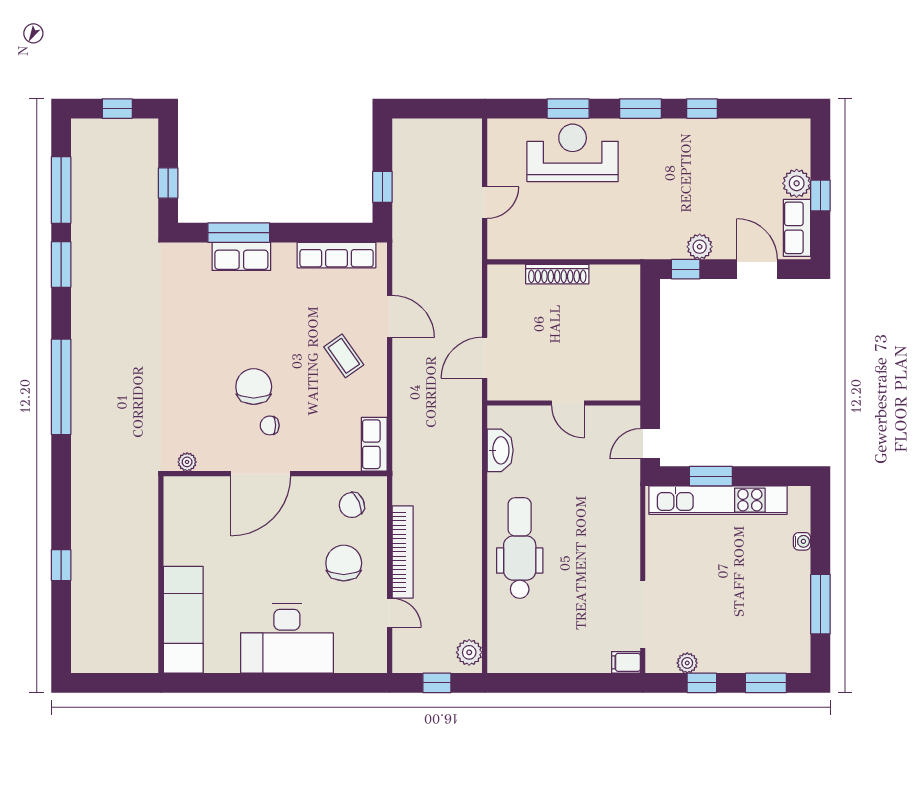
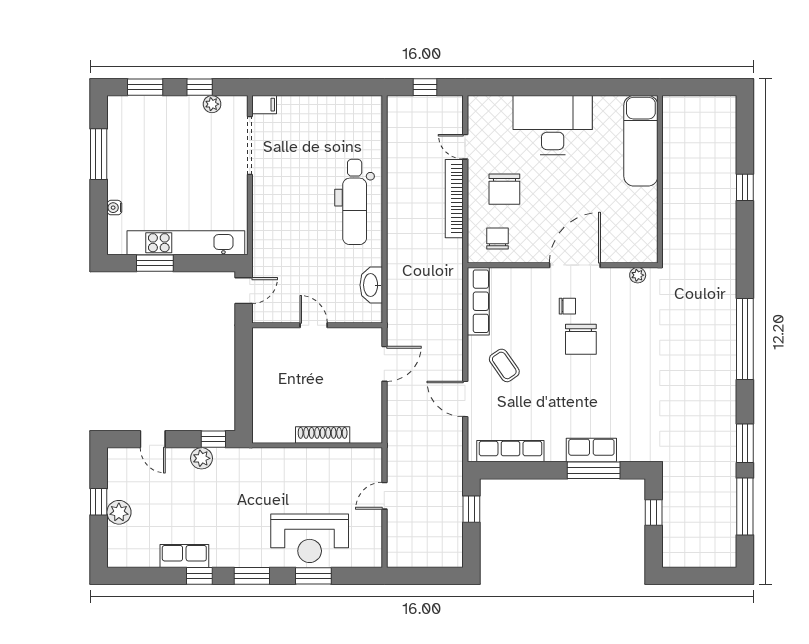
window: (117, 109) -> (697, 576), removed
row of seats: (797, 228) -> (184, 556), moved, turned -90
door: (757, 269) -> (153, 439), width x0.73
row of seats: (374, 444) -> (478, 301), width x1.48
window: (711, 476) -> (155, 263), moved
chair: (352, 505) -> (497, 238), turned -66
plant: (469, 652) -> (398, 113), removed

